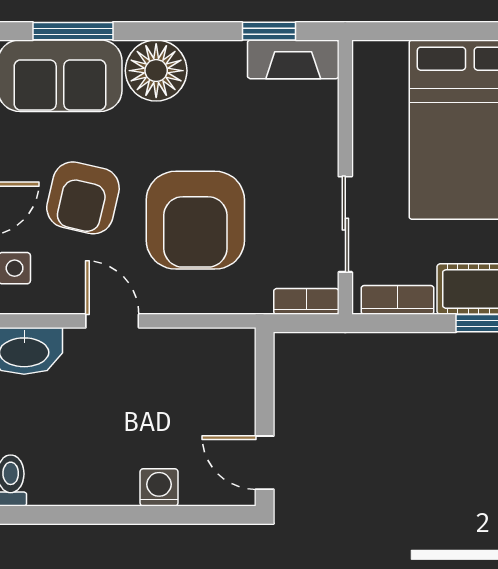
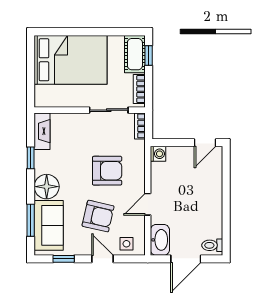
window: (269, 31) -> (31, 158), moved
armchair: (195, 220) -> (107, 171), width x0.73, depth x0.73
washing machine: (159, 487) -> (158, 154), moved, turned 180

